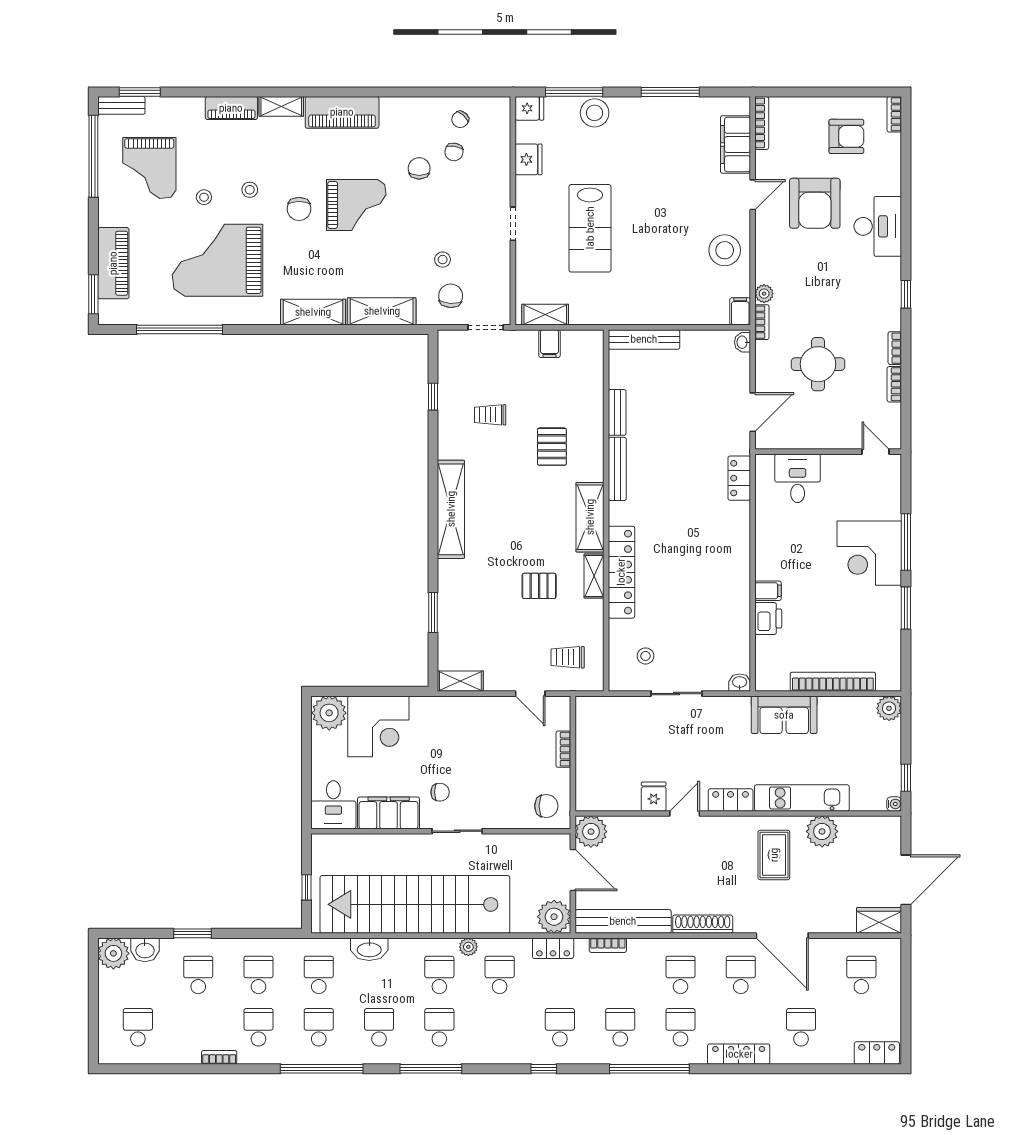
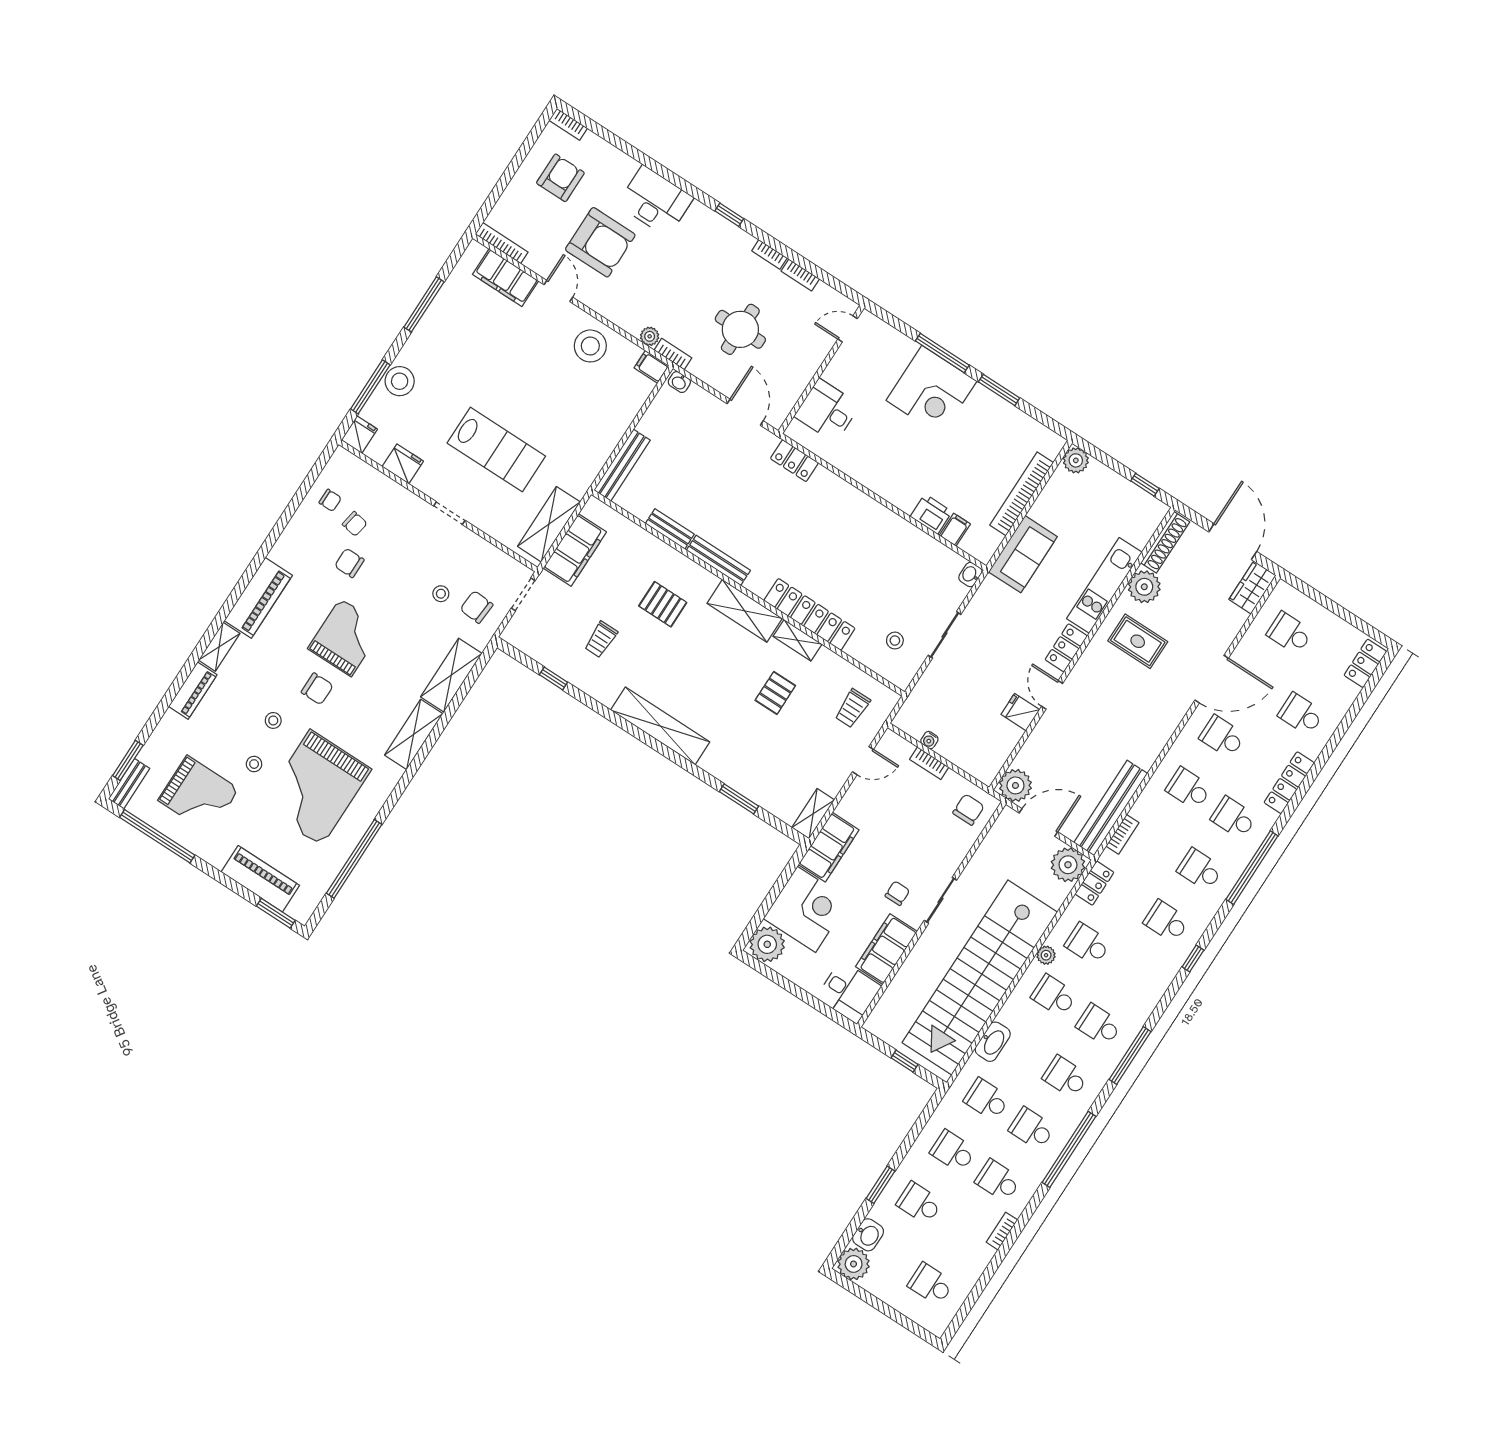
chair: (460, 119) -> (330, 500), turned -42
shelving: (545, 315) -> (549, 524), width x1.50, depth x1.33
filing cabinet: (550, 344) -> (575, 550), width x3.00, depth x1.17
filing cabinet: (768, 591) -> (955, 530), moved
filing cabinet: (441, 712) -> (829, 847), added
water cooler: (894, 804) -> (929, 740), moved, turned 180
shoe rack: (703, 924) -> (1165, 542), moved, turned 180

